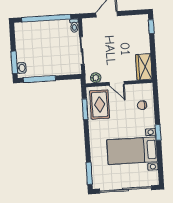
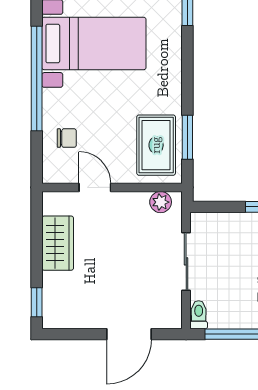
wardrobe: (144, 67) -> (58, 243), moved
door: (117, 83) -> (95, 187), moved
window: (158, 132) -> (37, 79), width x3.17

